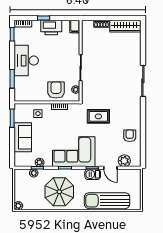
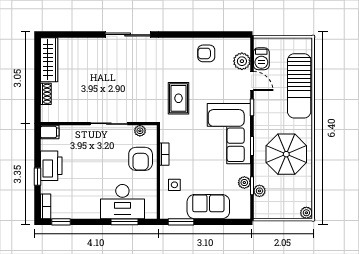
desk: (26, 61) -> (122, 202), moved
armchair: (56, 90) -> (141, 159), turned -90
door: (110, 168) -> (252, 81), hinge flipped
barbecue: (93, 174) -> (261, 59), moved

